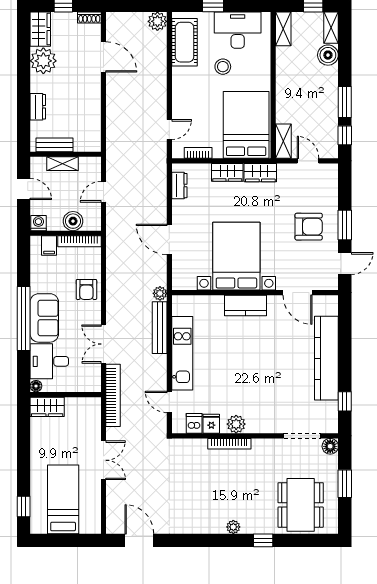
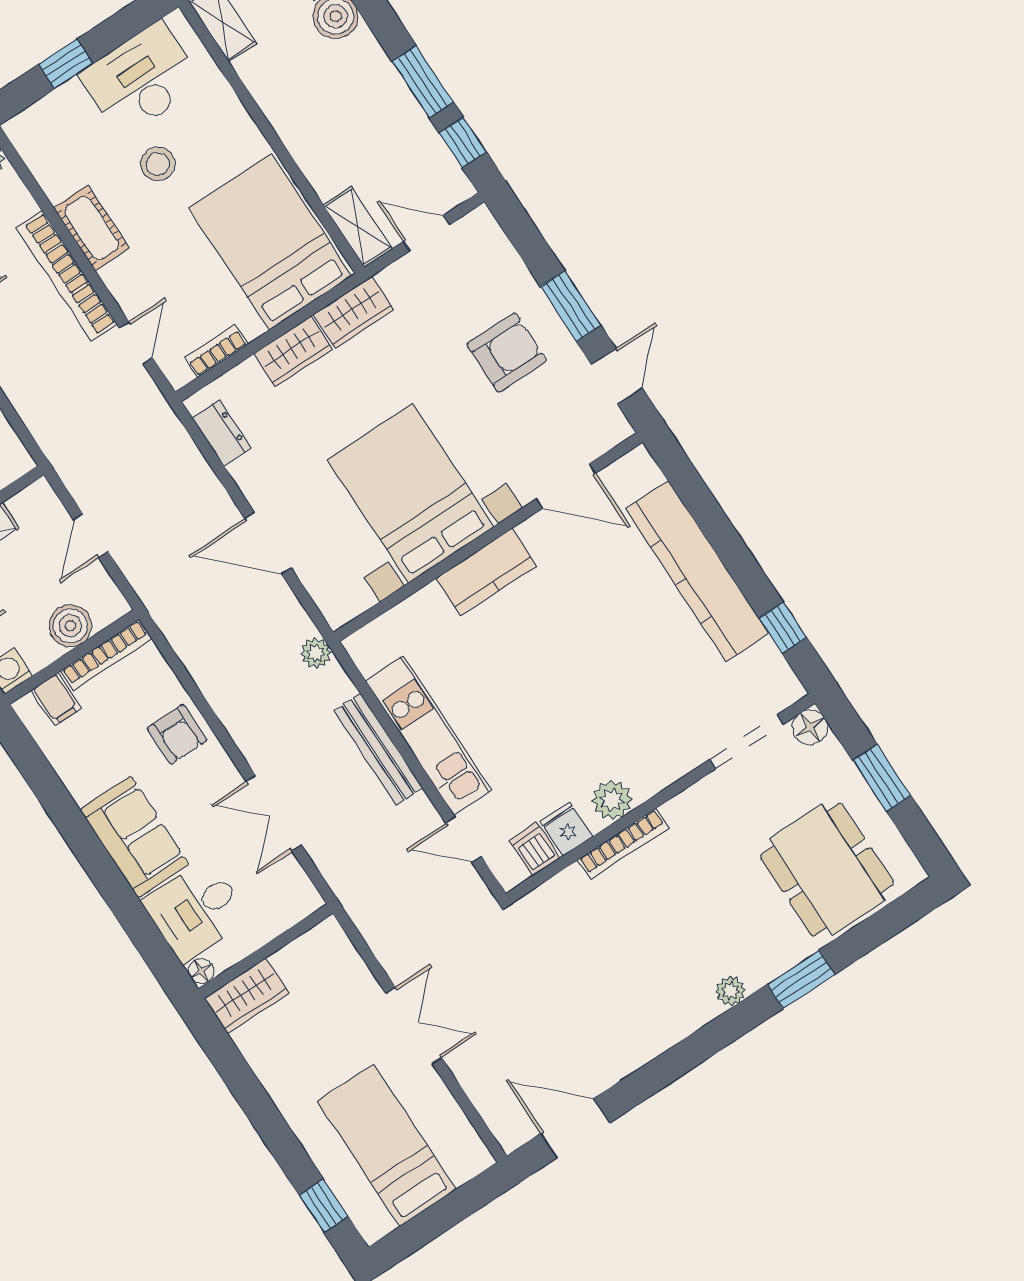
cot: (185, 42) -> (92, 228), moved, width x0.73, depth x0.75
window: (24, 318) -> (97, 863), removed
bench: (160, 328) -> (379, 749), moved
bookcase: (113, 395) -> (67, 276), moved, turned 180
window: (263, 540) -> (801, 979), width x1.50

